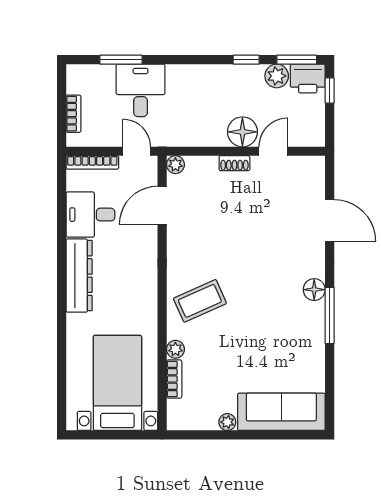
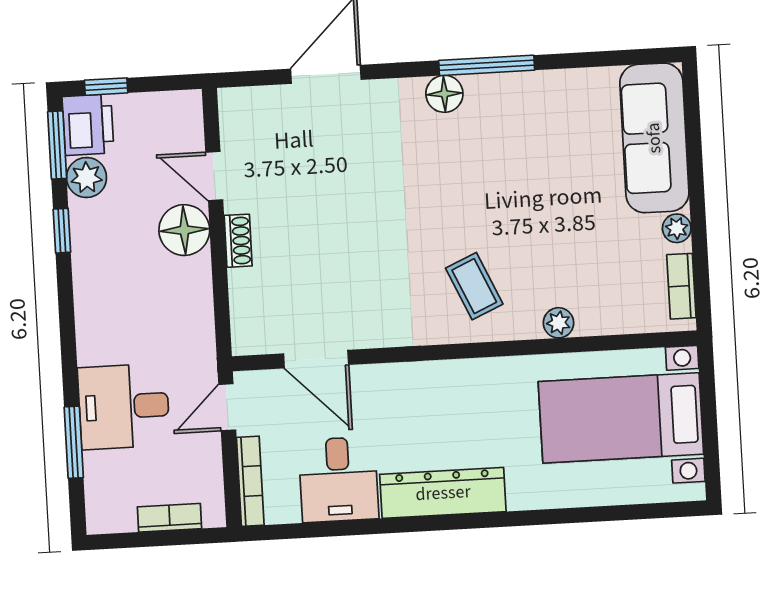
plant: (175, 165) -> (246, 340), removed
coffee table: (200, 301) -> (474, 286), width x0.73, depth x0.77
bookcase: (174, 379) -> (681, 286), moved, turned -90

